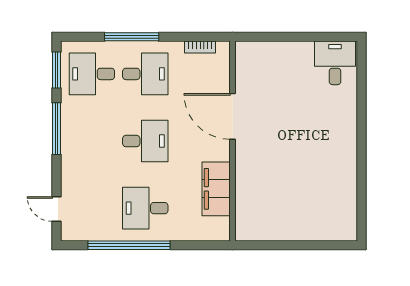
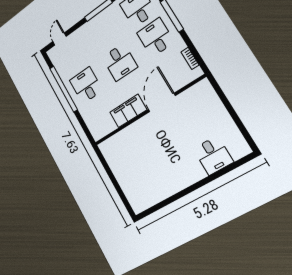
desk: (335, 63) -> (213, 155), moved, turned 90
desk: (145, 74) -> (156, 38), turned 180
filing cabinet: (216, 189) -> (128, 111), moved

